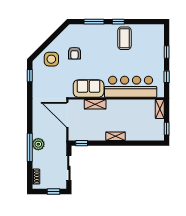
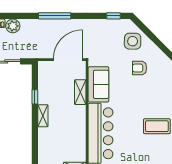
window: (82, 143) -> (35, 97), moved
plant: (38, 144) -> (13, 26), moved
window: (30, 147) -> (55, 16), moved

